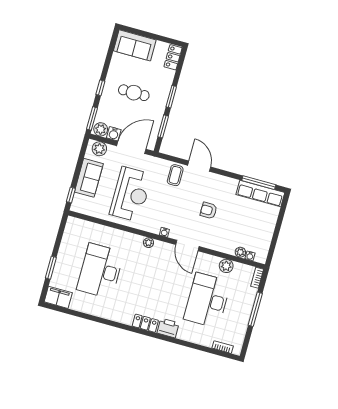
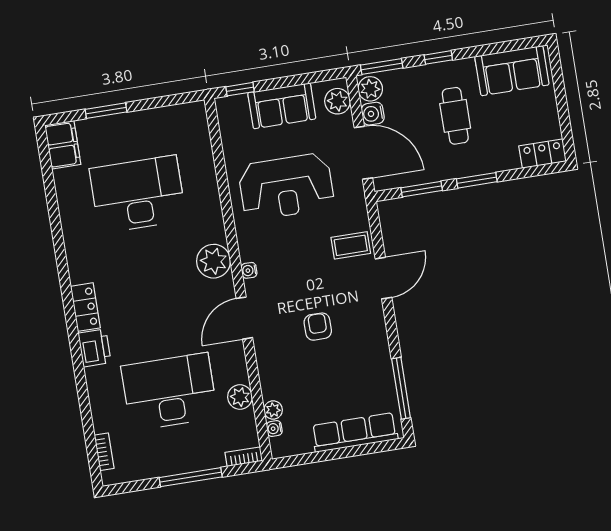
sofa: (135, 45) -> (512, 71), moved, turned -90
row of seats: (260, 194) -> (355, 432), moved, turned 90
plant: (149, 243) -> (214, 261), width x1.88, depth x1.88

